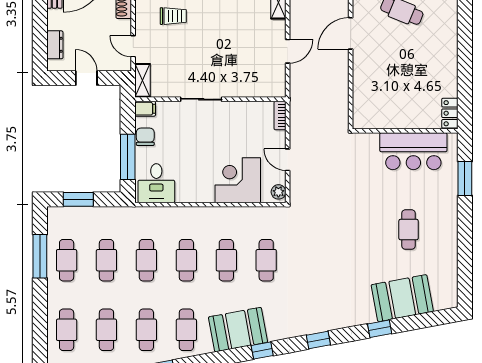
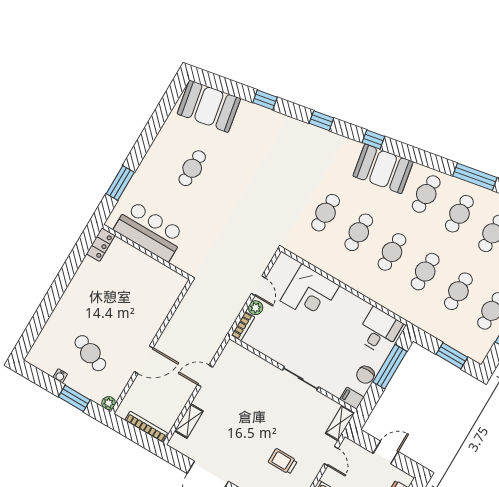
door: (86, 78) -> (386, 452), swing flipped
plant: (278, 192) -> (256, 308), moved
booth: (402, 298) -> (209, 106), moved

